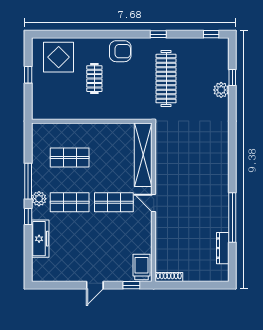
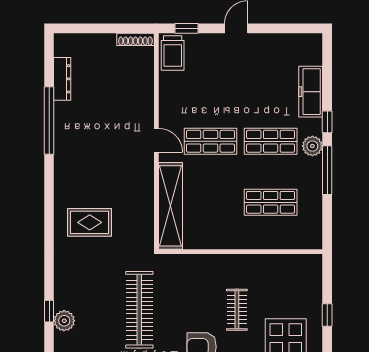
plant: (221, 90) -> (64, 321), moved
rug: (203, 143) -> (90, 222), added

